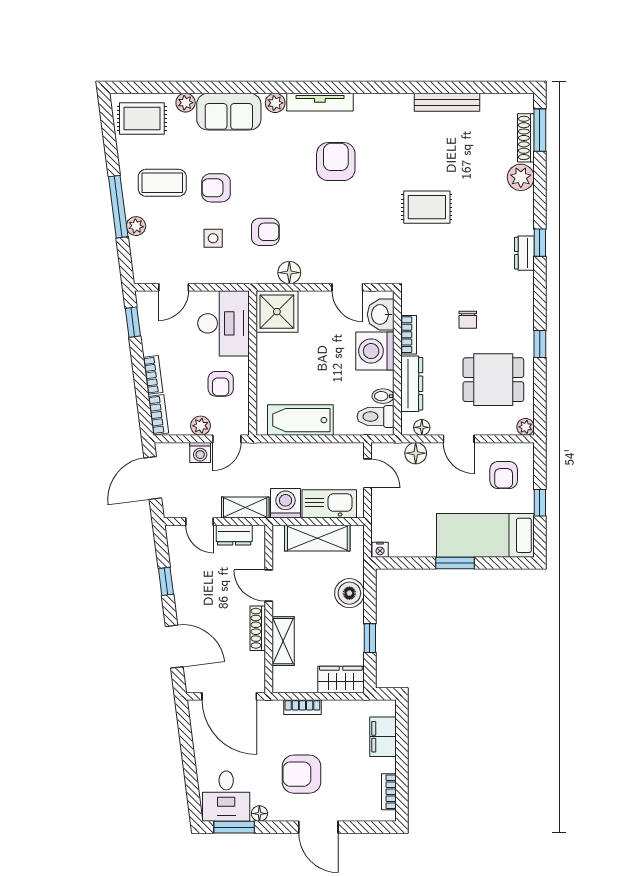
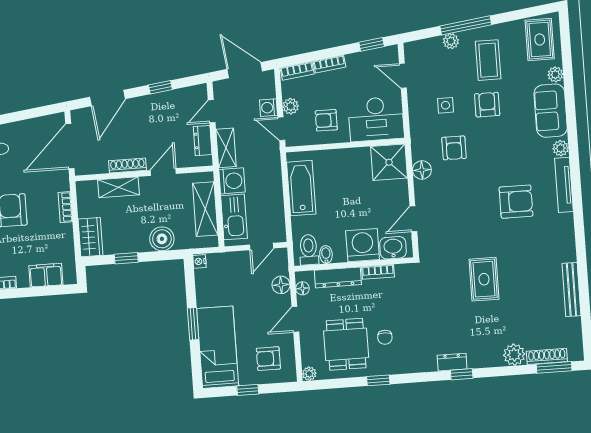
chair: (468, 320) -> (385, 337), moved, turned -90

